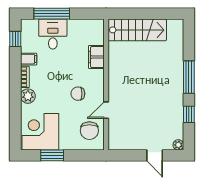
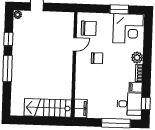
desk: (53, 34) -> (129, 104), moved, turned -90
filing cabinet: (96, 57) -> (81, 108), moved
chair: (89, 131) -> (89, 28), turned 90

